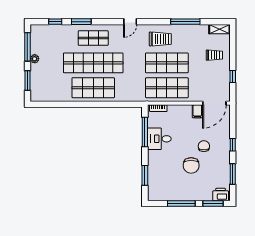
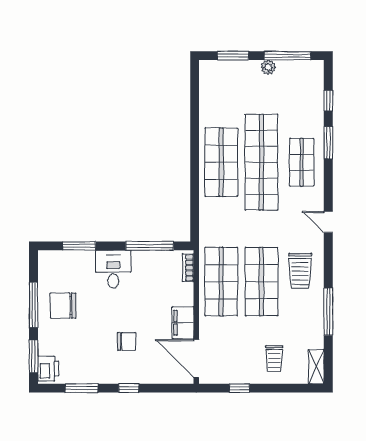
filing cabinet: (197, 111) -> (183, 323), width x2.00
desk: (159, 139) -> (113, 269), moved
chair: (191, 165) -> (63, 306), moved

